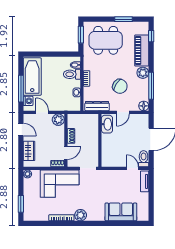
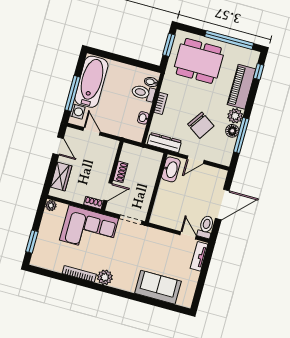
window: (124, 19) -> (229, 40), width x2.11
floor lamp: (144, 106) -> (232, 131), moved
plant: (58, 120) -> (110, 146), removed

